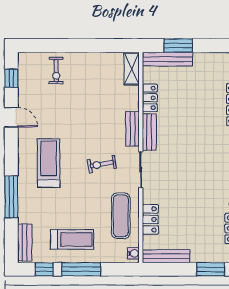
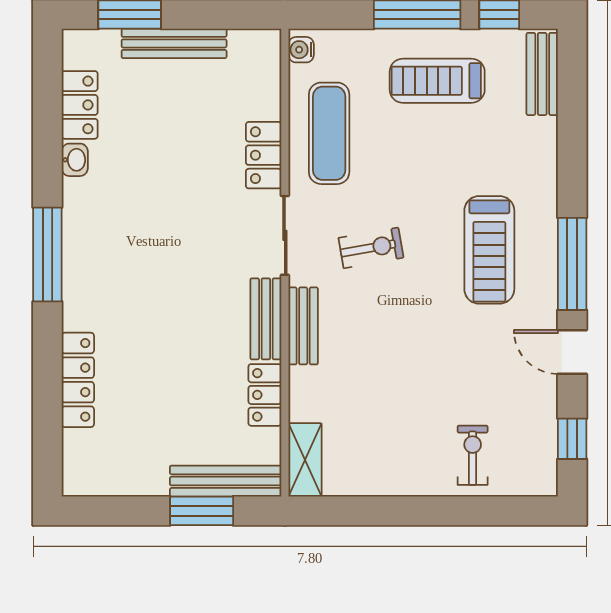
window: (11, 197) -> (572, 264), moved
locker: (150, 219) -> (264, 155), moved
bench: (166, 256) -> (174, 43), moved

